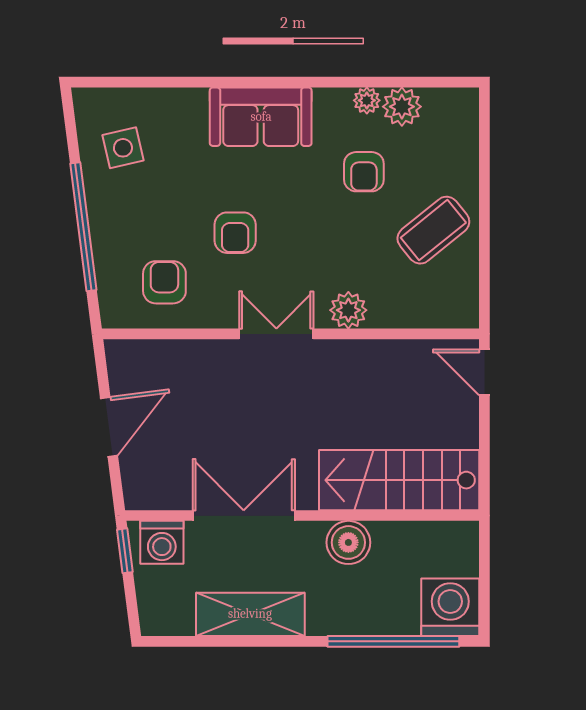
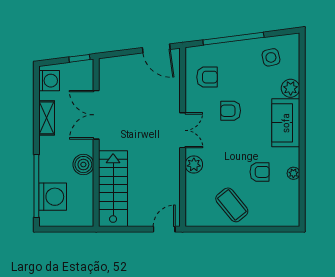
plant: (402, 107) -> (291, 88), moved
armchair: (364, 172) -> (260, 172), turned 180
door: (109, 427) -> (156, 48), moved
double door: (244, 516) -> (96, 115), swing flipped
washing machine: (162, 542) -> (49, 81), moved, turned 180
washing machine: (450, 607) -> (53, 197), moved
shelving: (250, 614) -> (47, 118), width x0.67, depth x0.75

